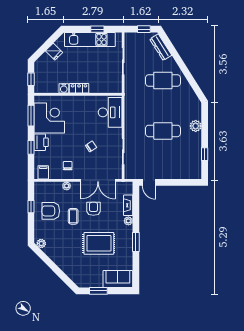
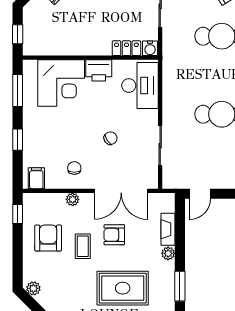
water cooler: (64, 88) -> (150, 48), moved
locker: (79, 88) -> (126, 48), moved
corner desk: (49, 118) -> (61, 83), moved, turned 90
printer: (41, 142) -> (99, 70), moved, turned 90
door: (149, 182) -> (200, 194), hinge flipped
window: (31, 207) -> (18, 214), moved
armchair: (93, 209) -> (114, 235), turned -90
armchair: (51, 211) -> (48, 238), turned 90

